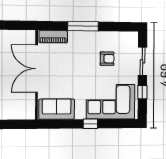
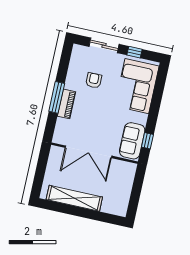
piano: (53, 37) -> (66, 104), moved
window: (90, 124) -> (147, 141), moved

